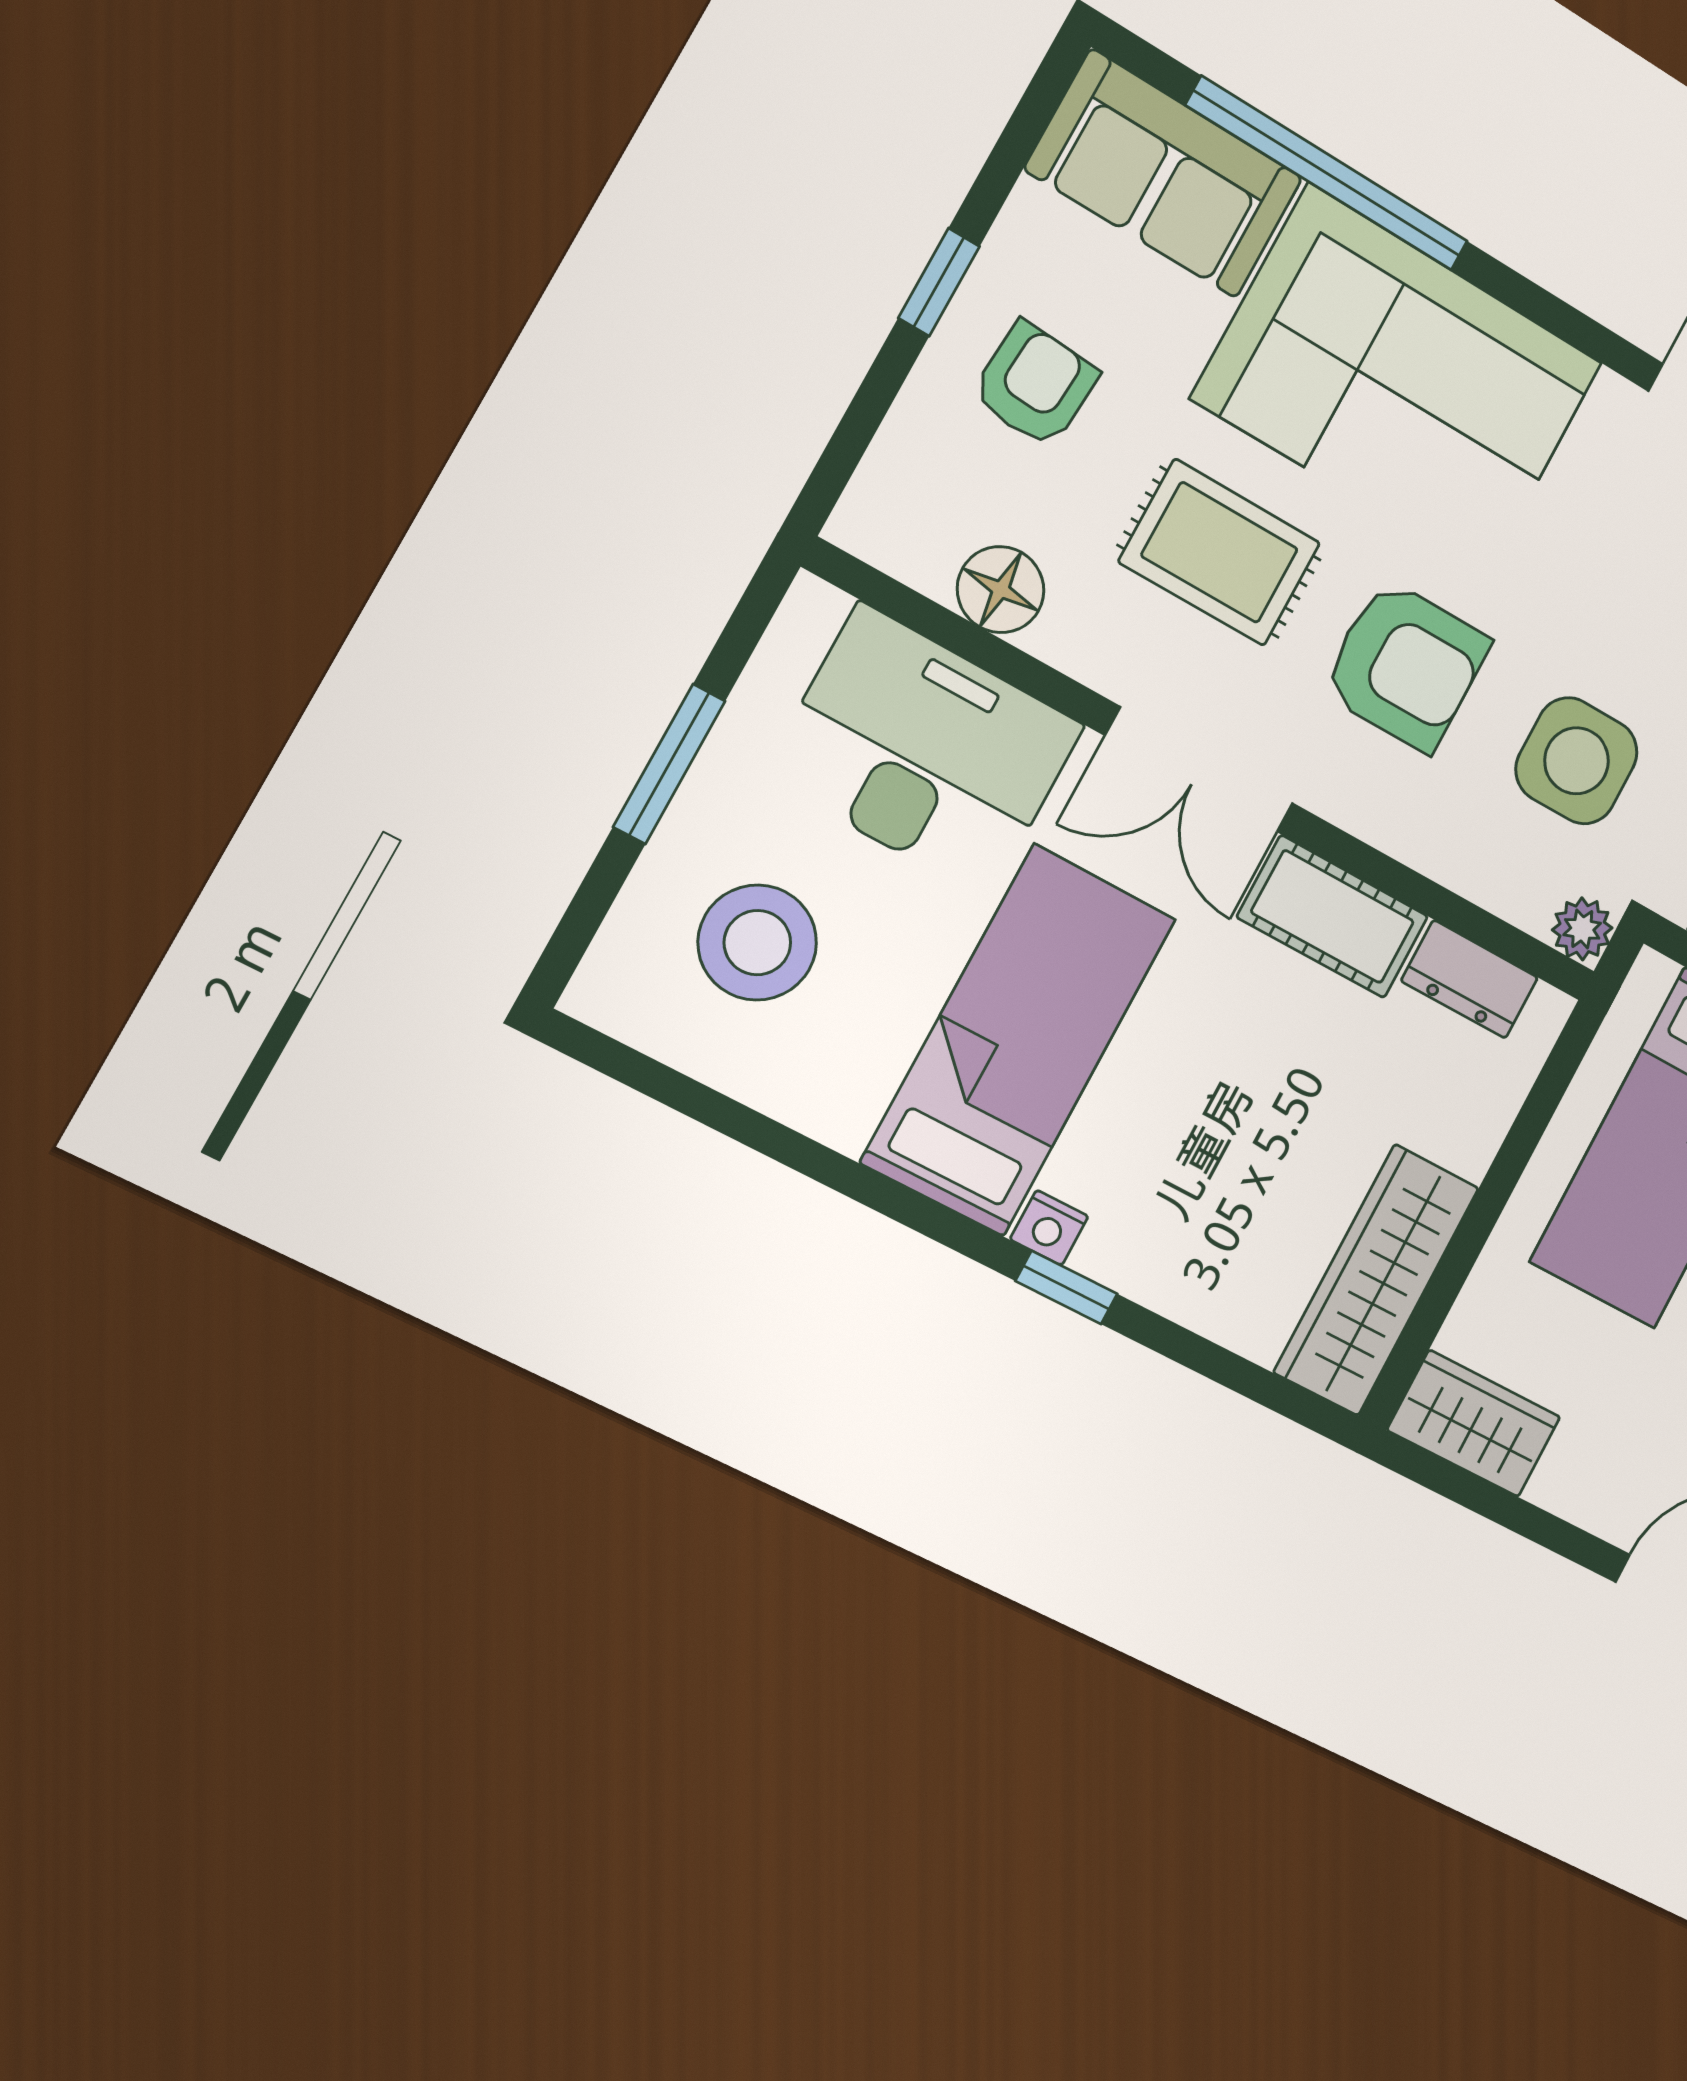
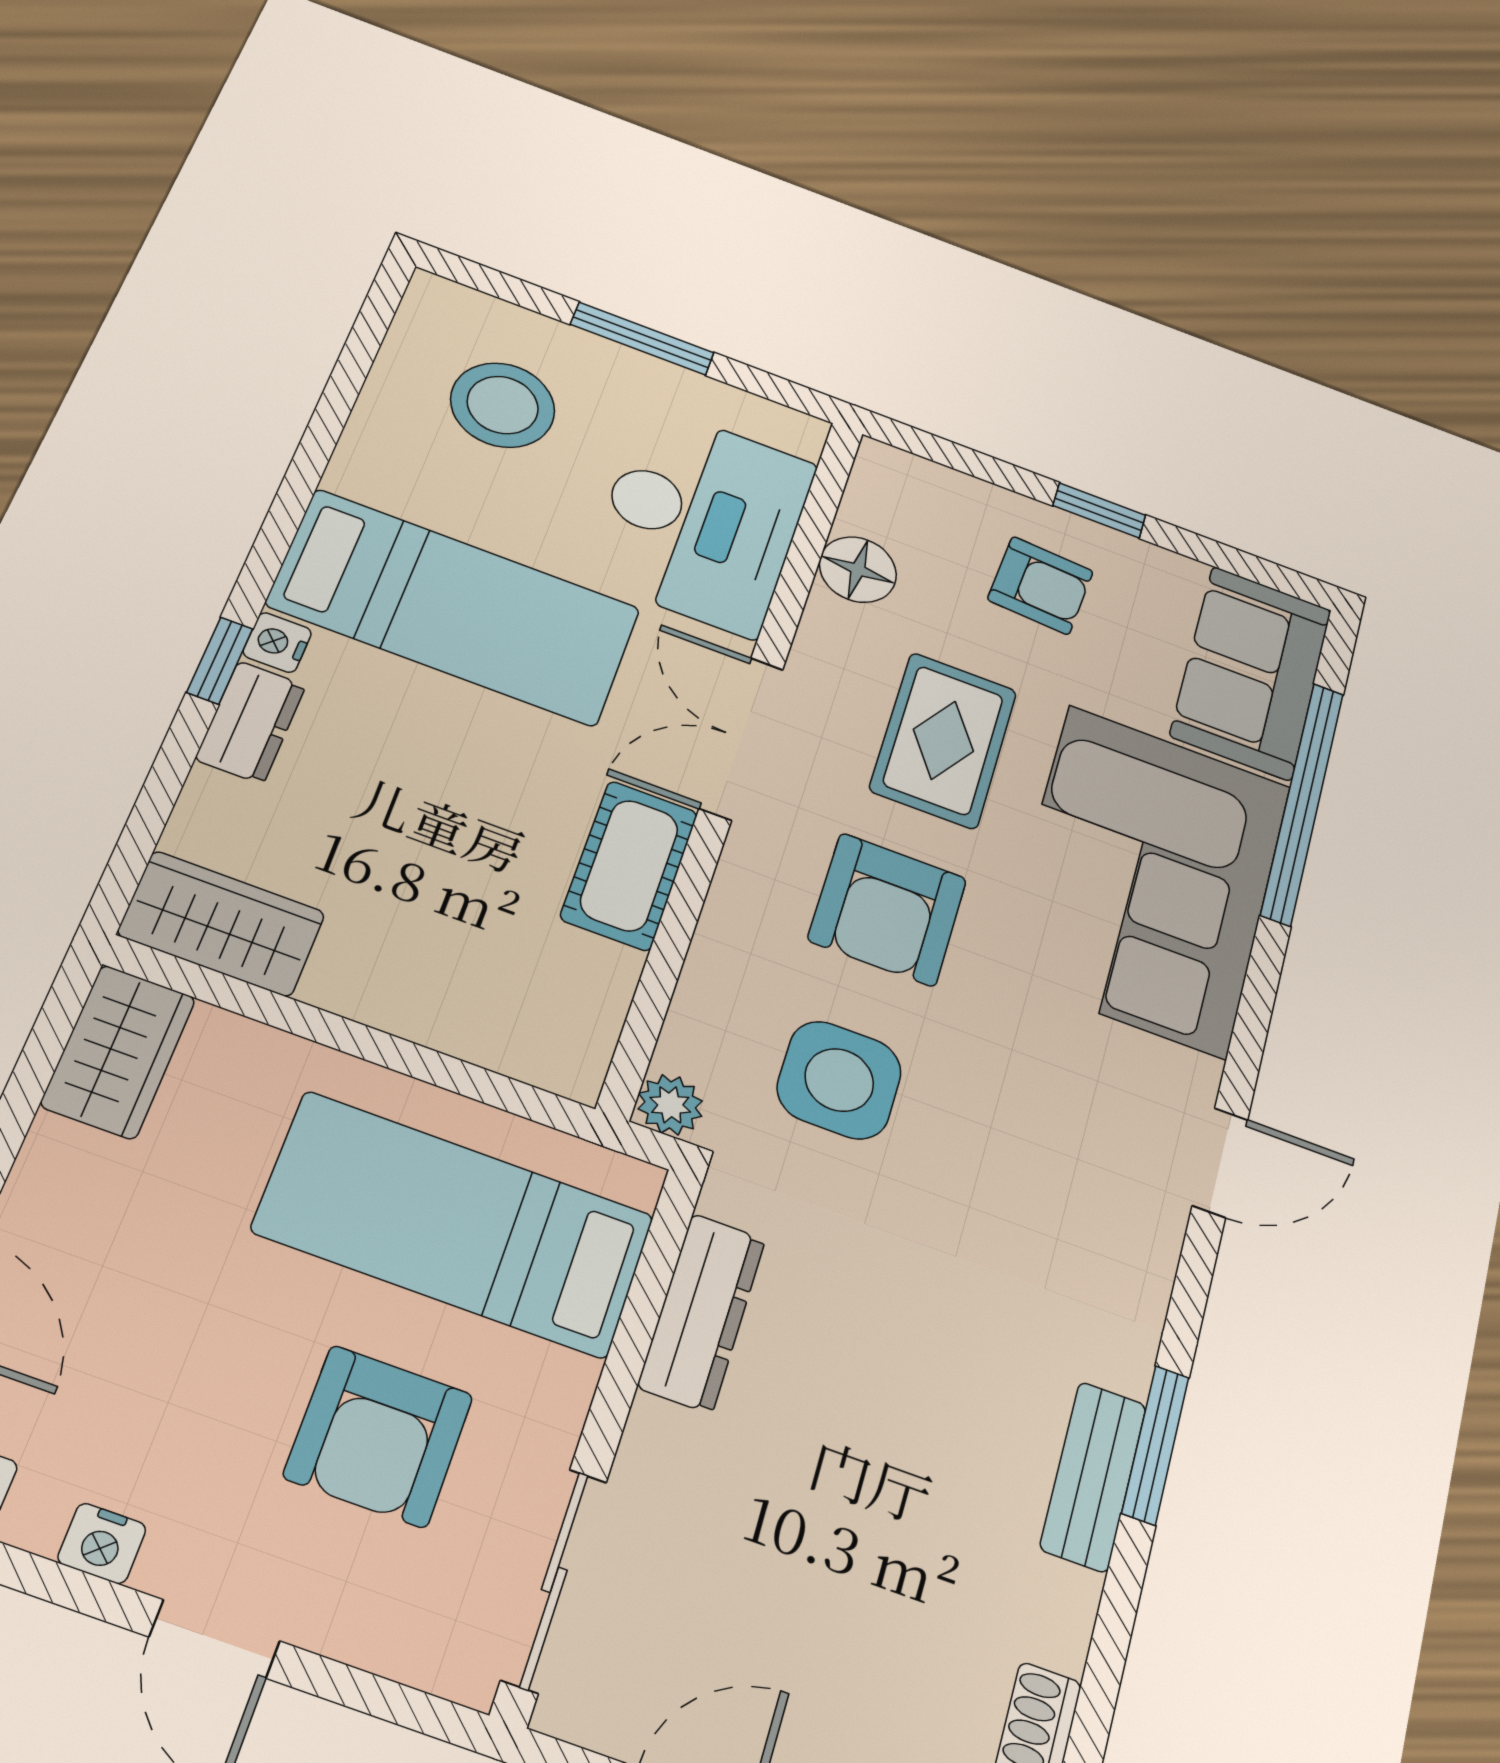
dresser: (1470, 979) -> (251, 722), moved, turned 180
wardrobe: (1376, 1280) -> (222, 924), width x0.67

